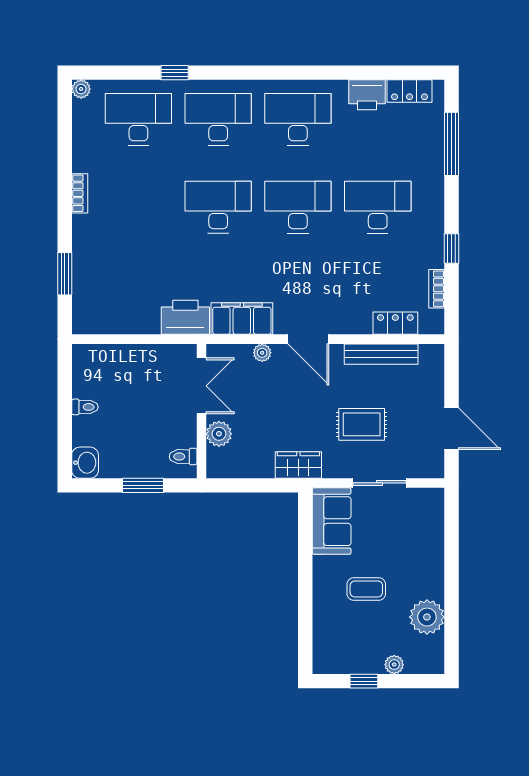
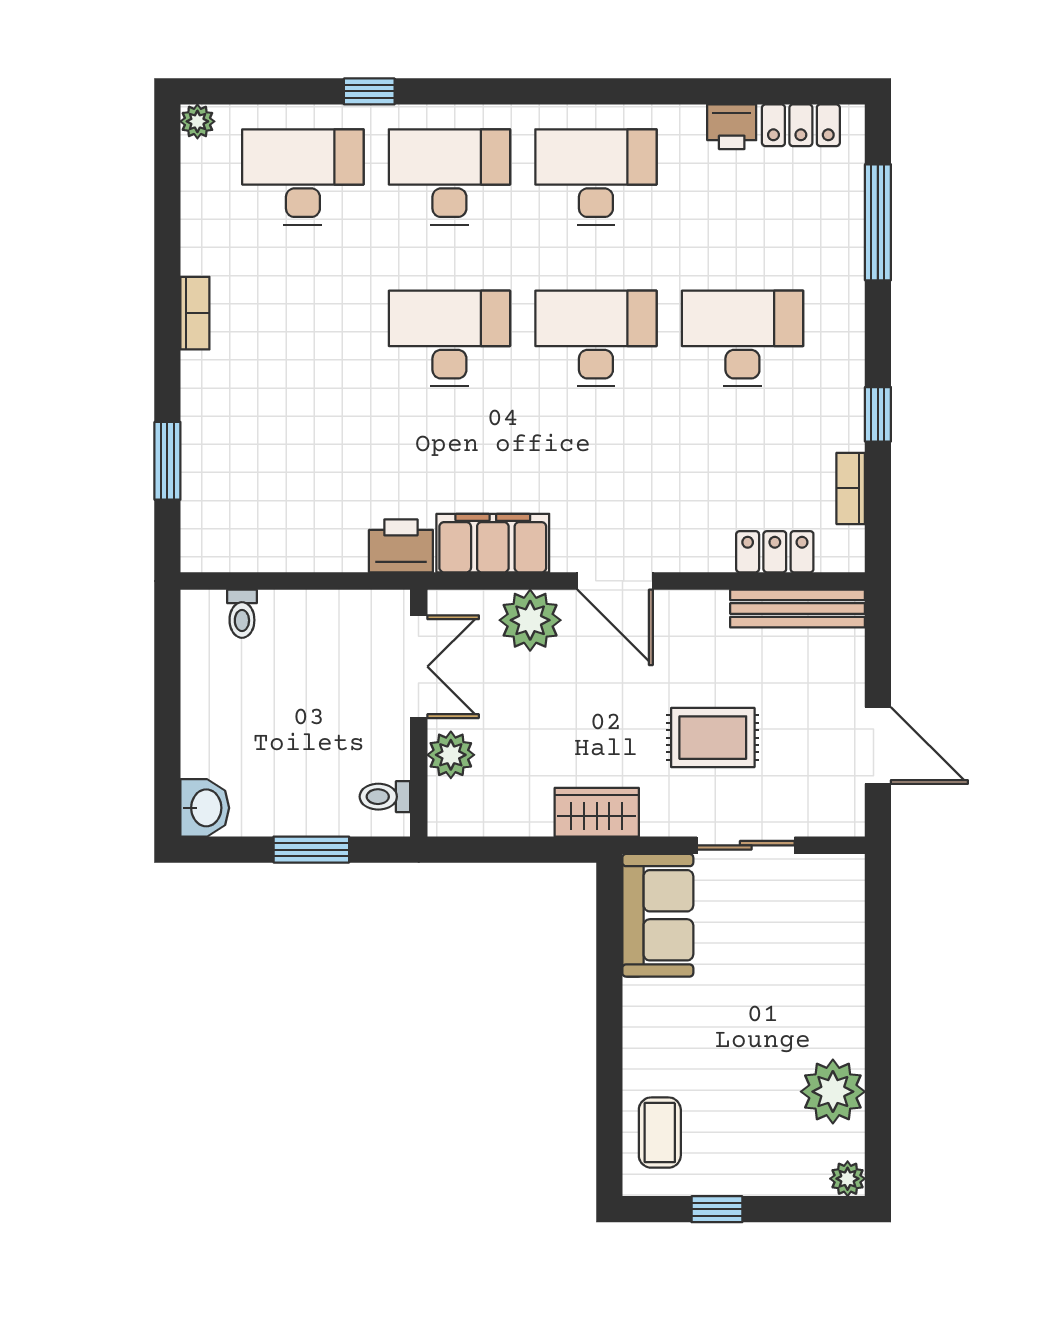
printer: (367, 95) -> (732, 127), width x0.73, depth x0.81
printer: (185, 317) -> (401, 546), width x0.73, depth x0.84
plant: (262, 353) -> (530, 620), width x1.87, depth x1.87
bench: (381, 354) -> (798, 609), moved
toilet: (85, 407) -> (242, 614), moved, turned 90
coffee table: (366, 589) -> (660, 1133), moved, turned 90
plant: (394, 665) -> (848, 1179), moved

